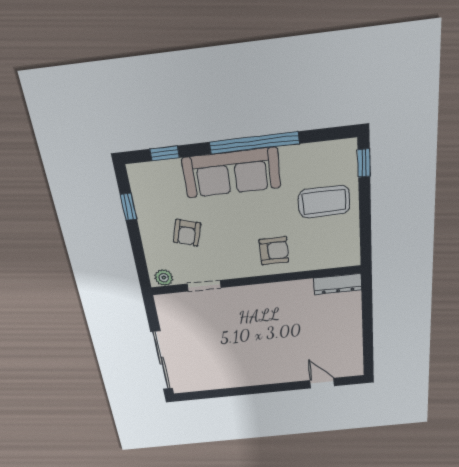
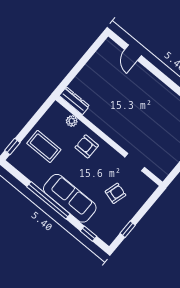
plant: (164, 278) -> (72, 121), moved

